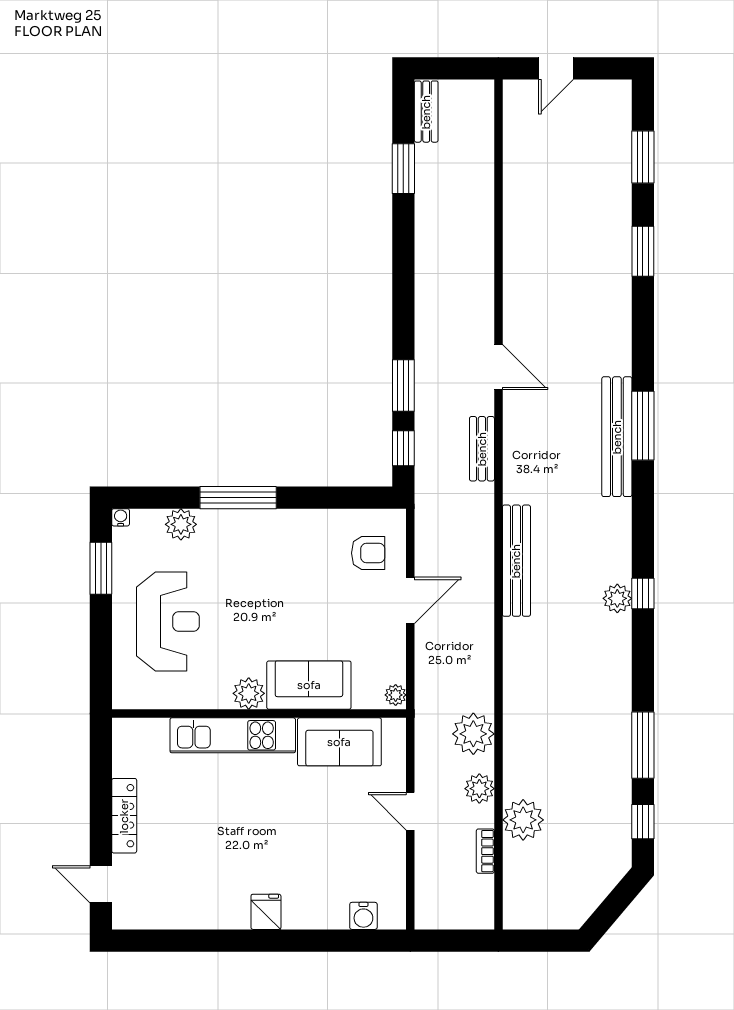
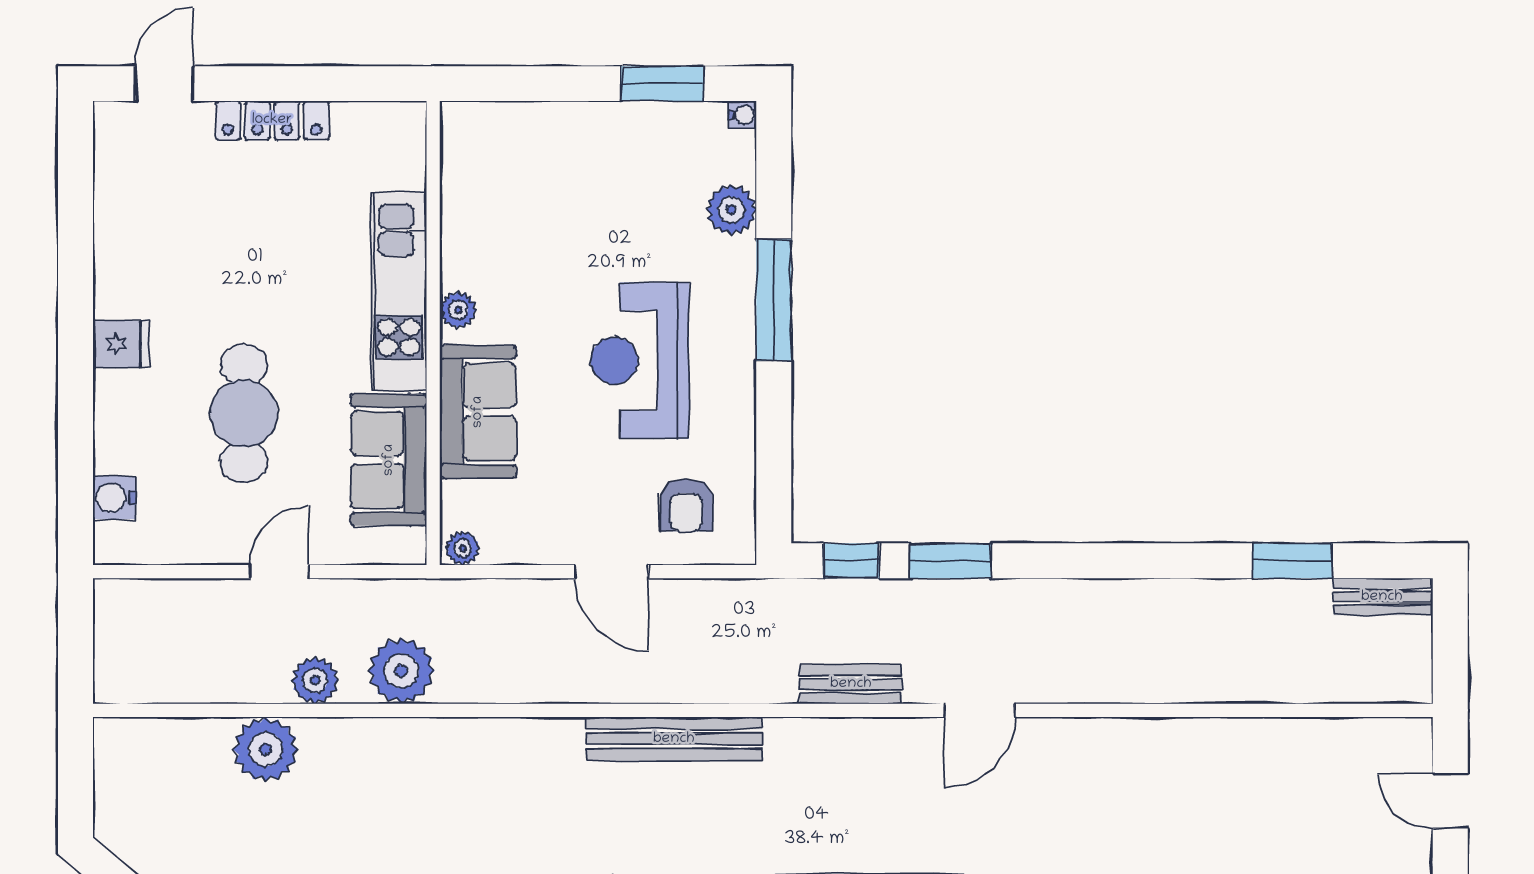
reception desk: (168, 621) -> (640, 361), moved, turned 90
plant: (249, 693) -> (458, 310), width x0.73, depth x0.73
cafe table: (310, 834) -> (244, 413), added
bookcase: (485, 851) -> (216, 690), removed

